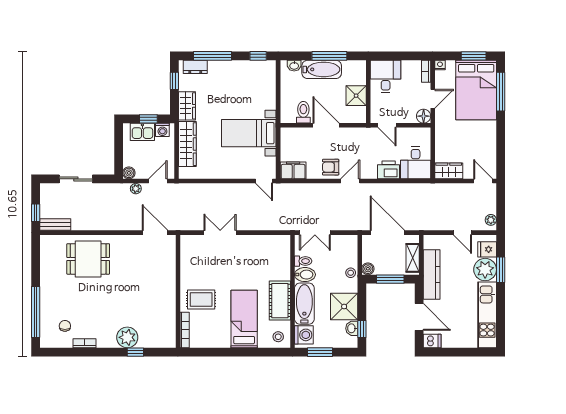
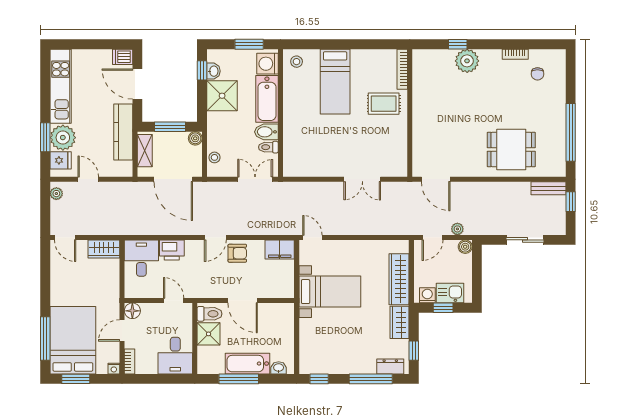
toilet: (303, 112) -> (210, 314), moved, turned -90
stool: (351, 273) -> (214, 157), moved
cot: (280, 301) -> (295, 103), removed
window: (36, 312) -> (571, 132), moved

